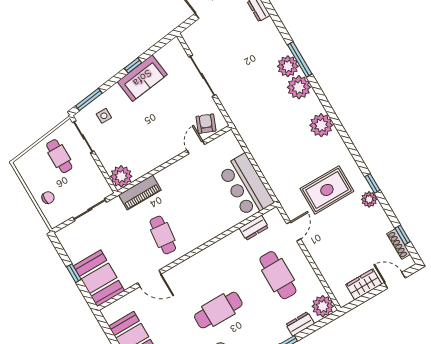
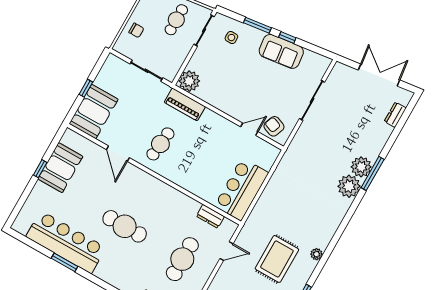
window: (89, 99) -> (257, 25), moved
armchair: (206, 124) -> (274, 126), turned -91
plant: (321, 125) -> (316, 254), moved, width x0.53, depth x0.53
rug: (327, 190) -> (277, 259), turned 90

